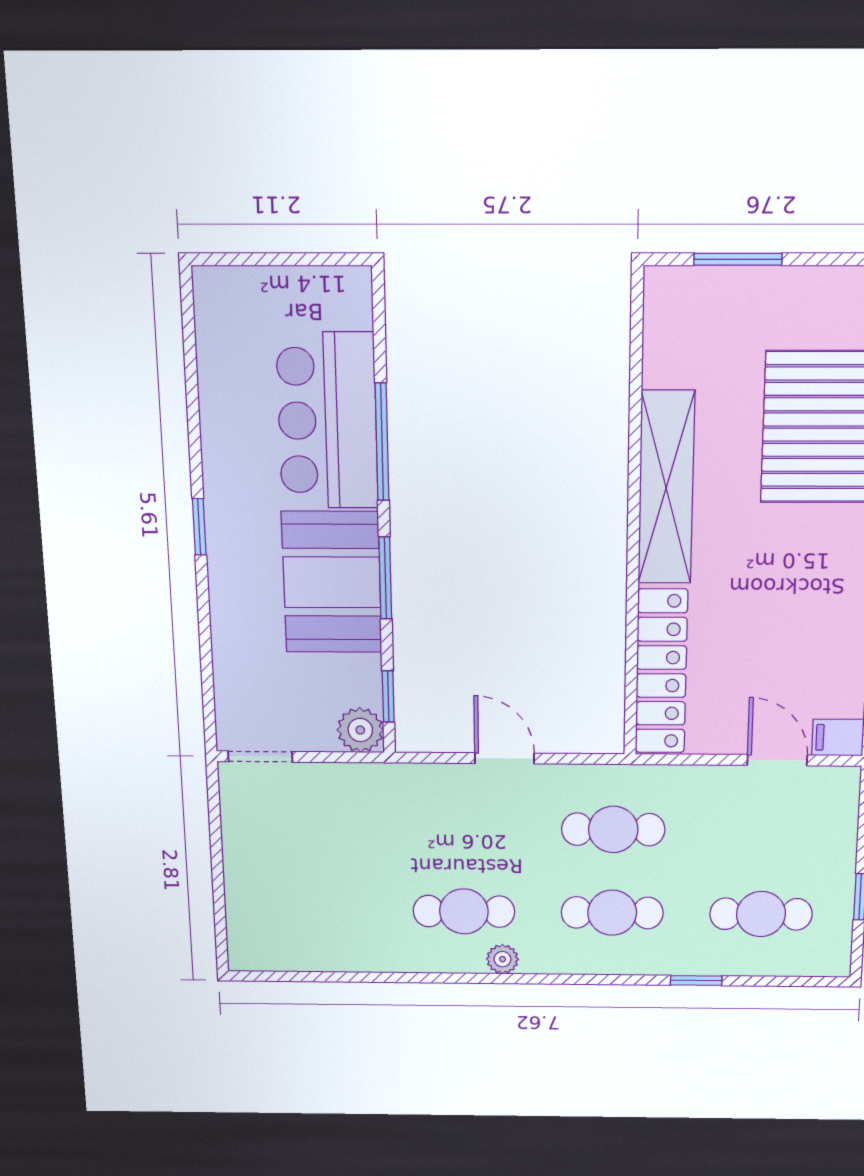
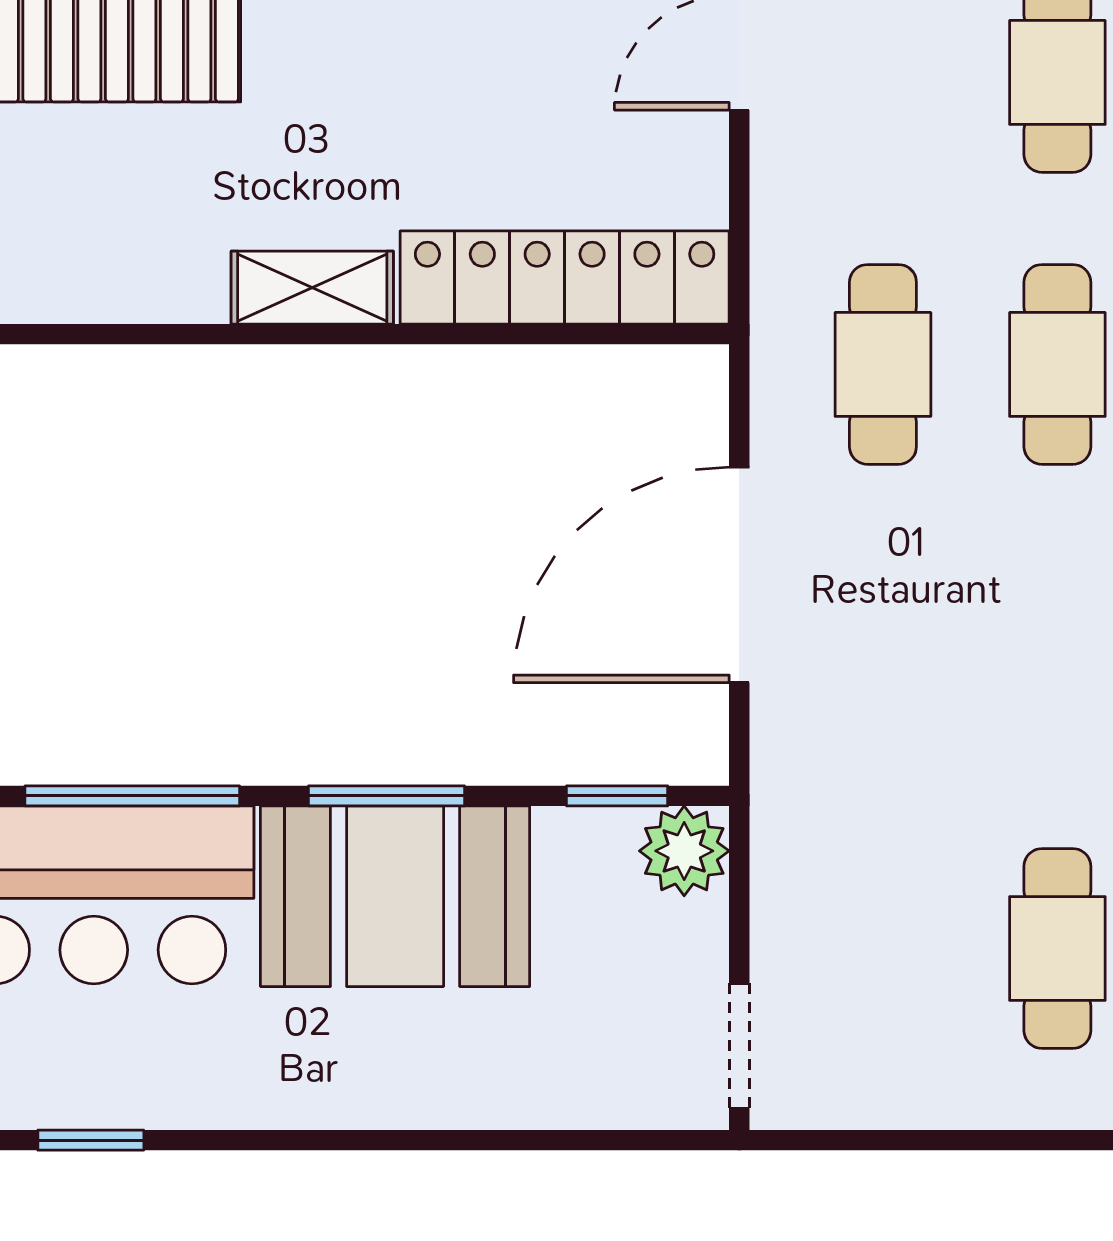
shelving: (666, 488) -> (312, 288), width x0.45, depth x0.75
window: (199, 527) -> (91, 1140), moved
door: (504, 758) -> (739, 575), width x1.87
cafe table: (464, 911) -> (1057, 948), moved

